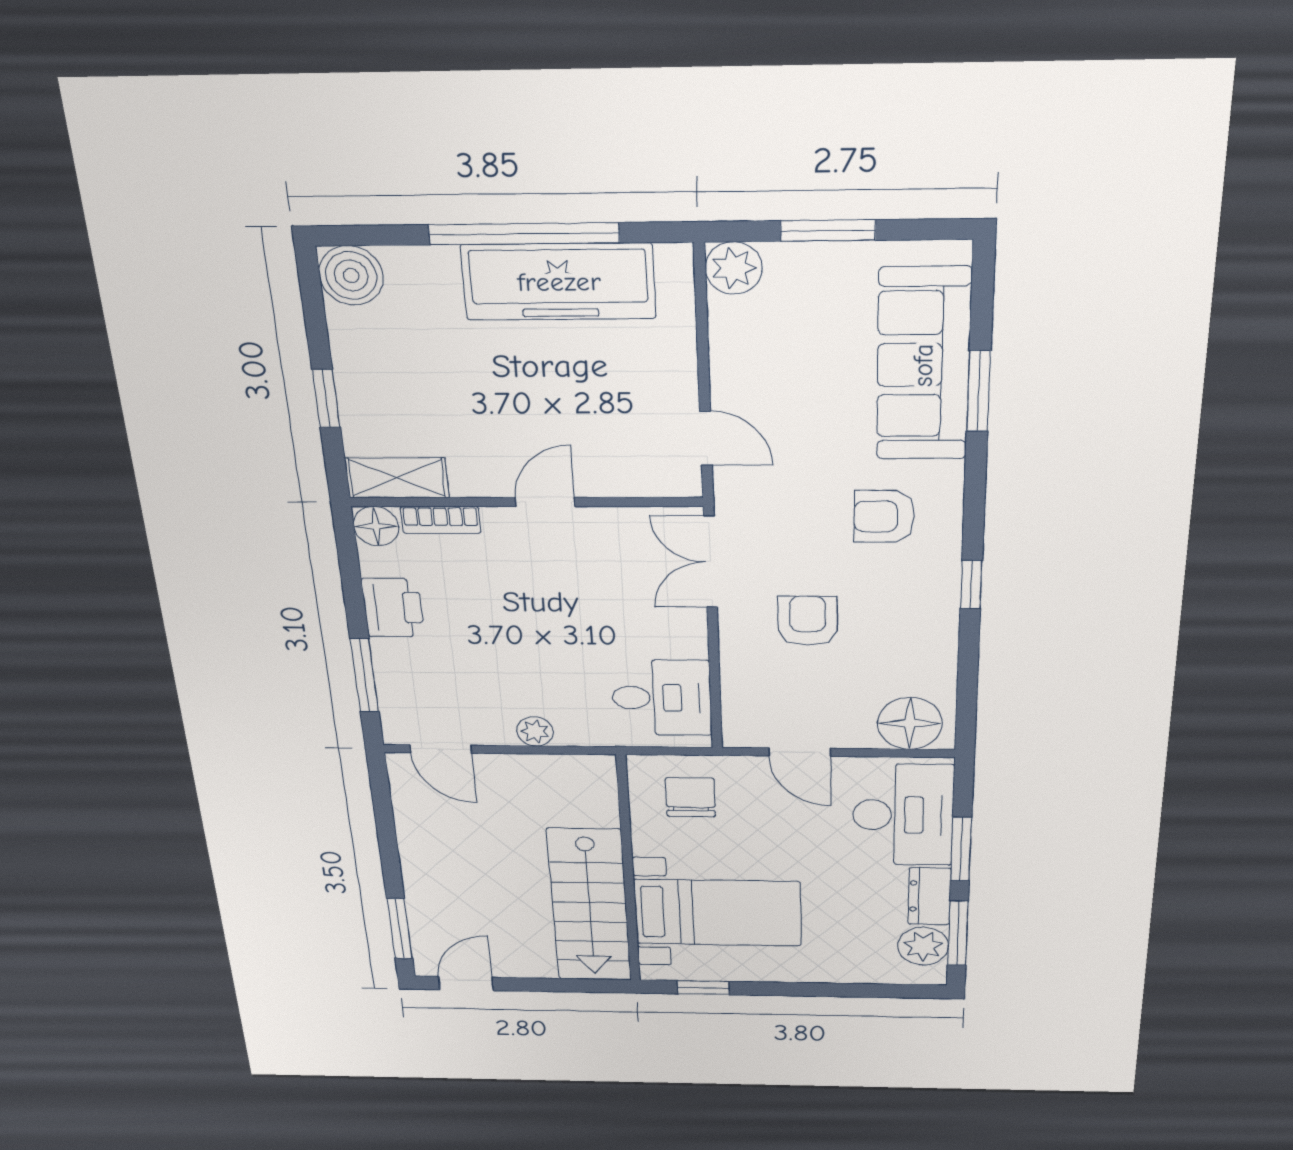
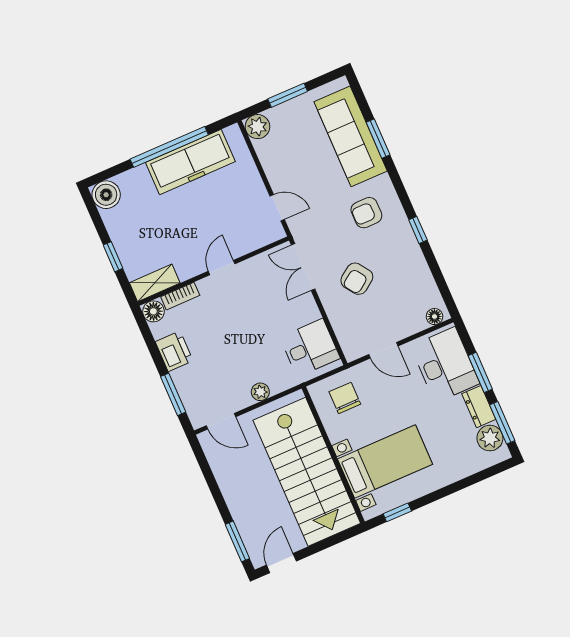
armchair: (808, 621) -> (357, 279), turned -125
floor lamp: (910, 723) -> (435, 317), width x0.53, depth x0.53
stairs: (589, 906) -> (307, 472), width x1.36, depth x1.51

